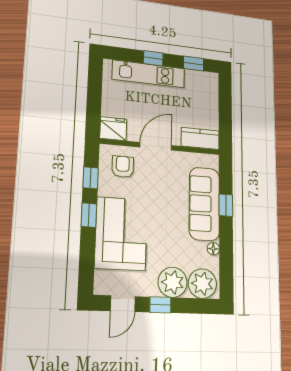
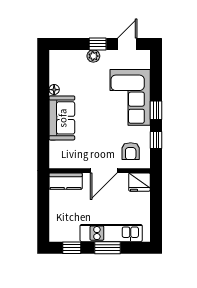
window: (153, 58) -> (108, 248), width x1.50
sofa: (204, 204) -> (62, 118), width x0.73
window: (226, 205) -> (43, 126), removed
plant: (173, 282) -> (93, 56), width x0.53, depth x0.53
plant: (202, 284) -> (63, 61), removed

